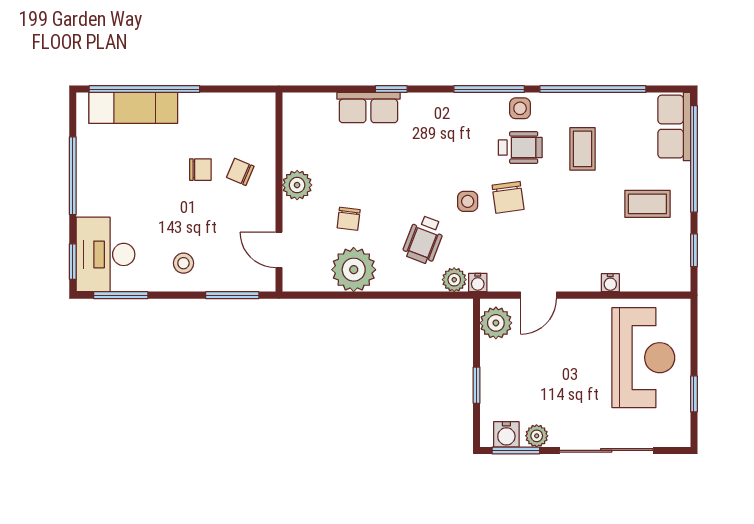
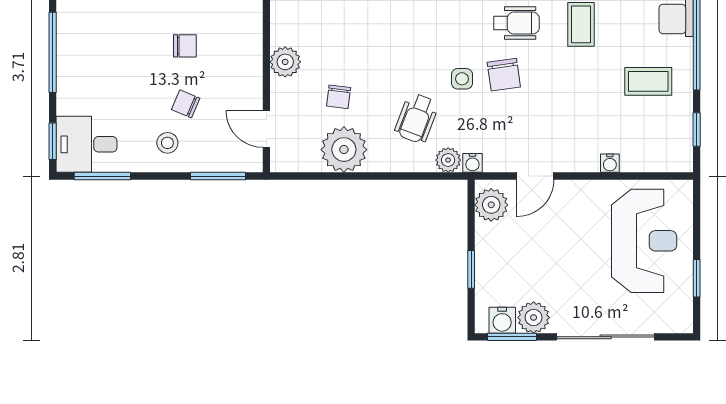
chair: (240, 172) -> (186, 104), moved
desk: (106, 254) -> (87, 144), width x0.73
plant: (537, 436) -> (534, 317), width x1.38, depth x1.38

